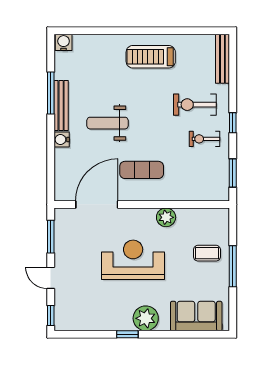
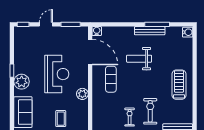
weight bench: (108, 123) -> (139, 59), turned -90
water cooler: (62, 140) -> (97, 31), moved

